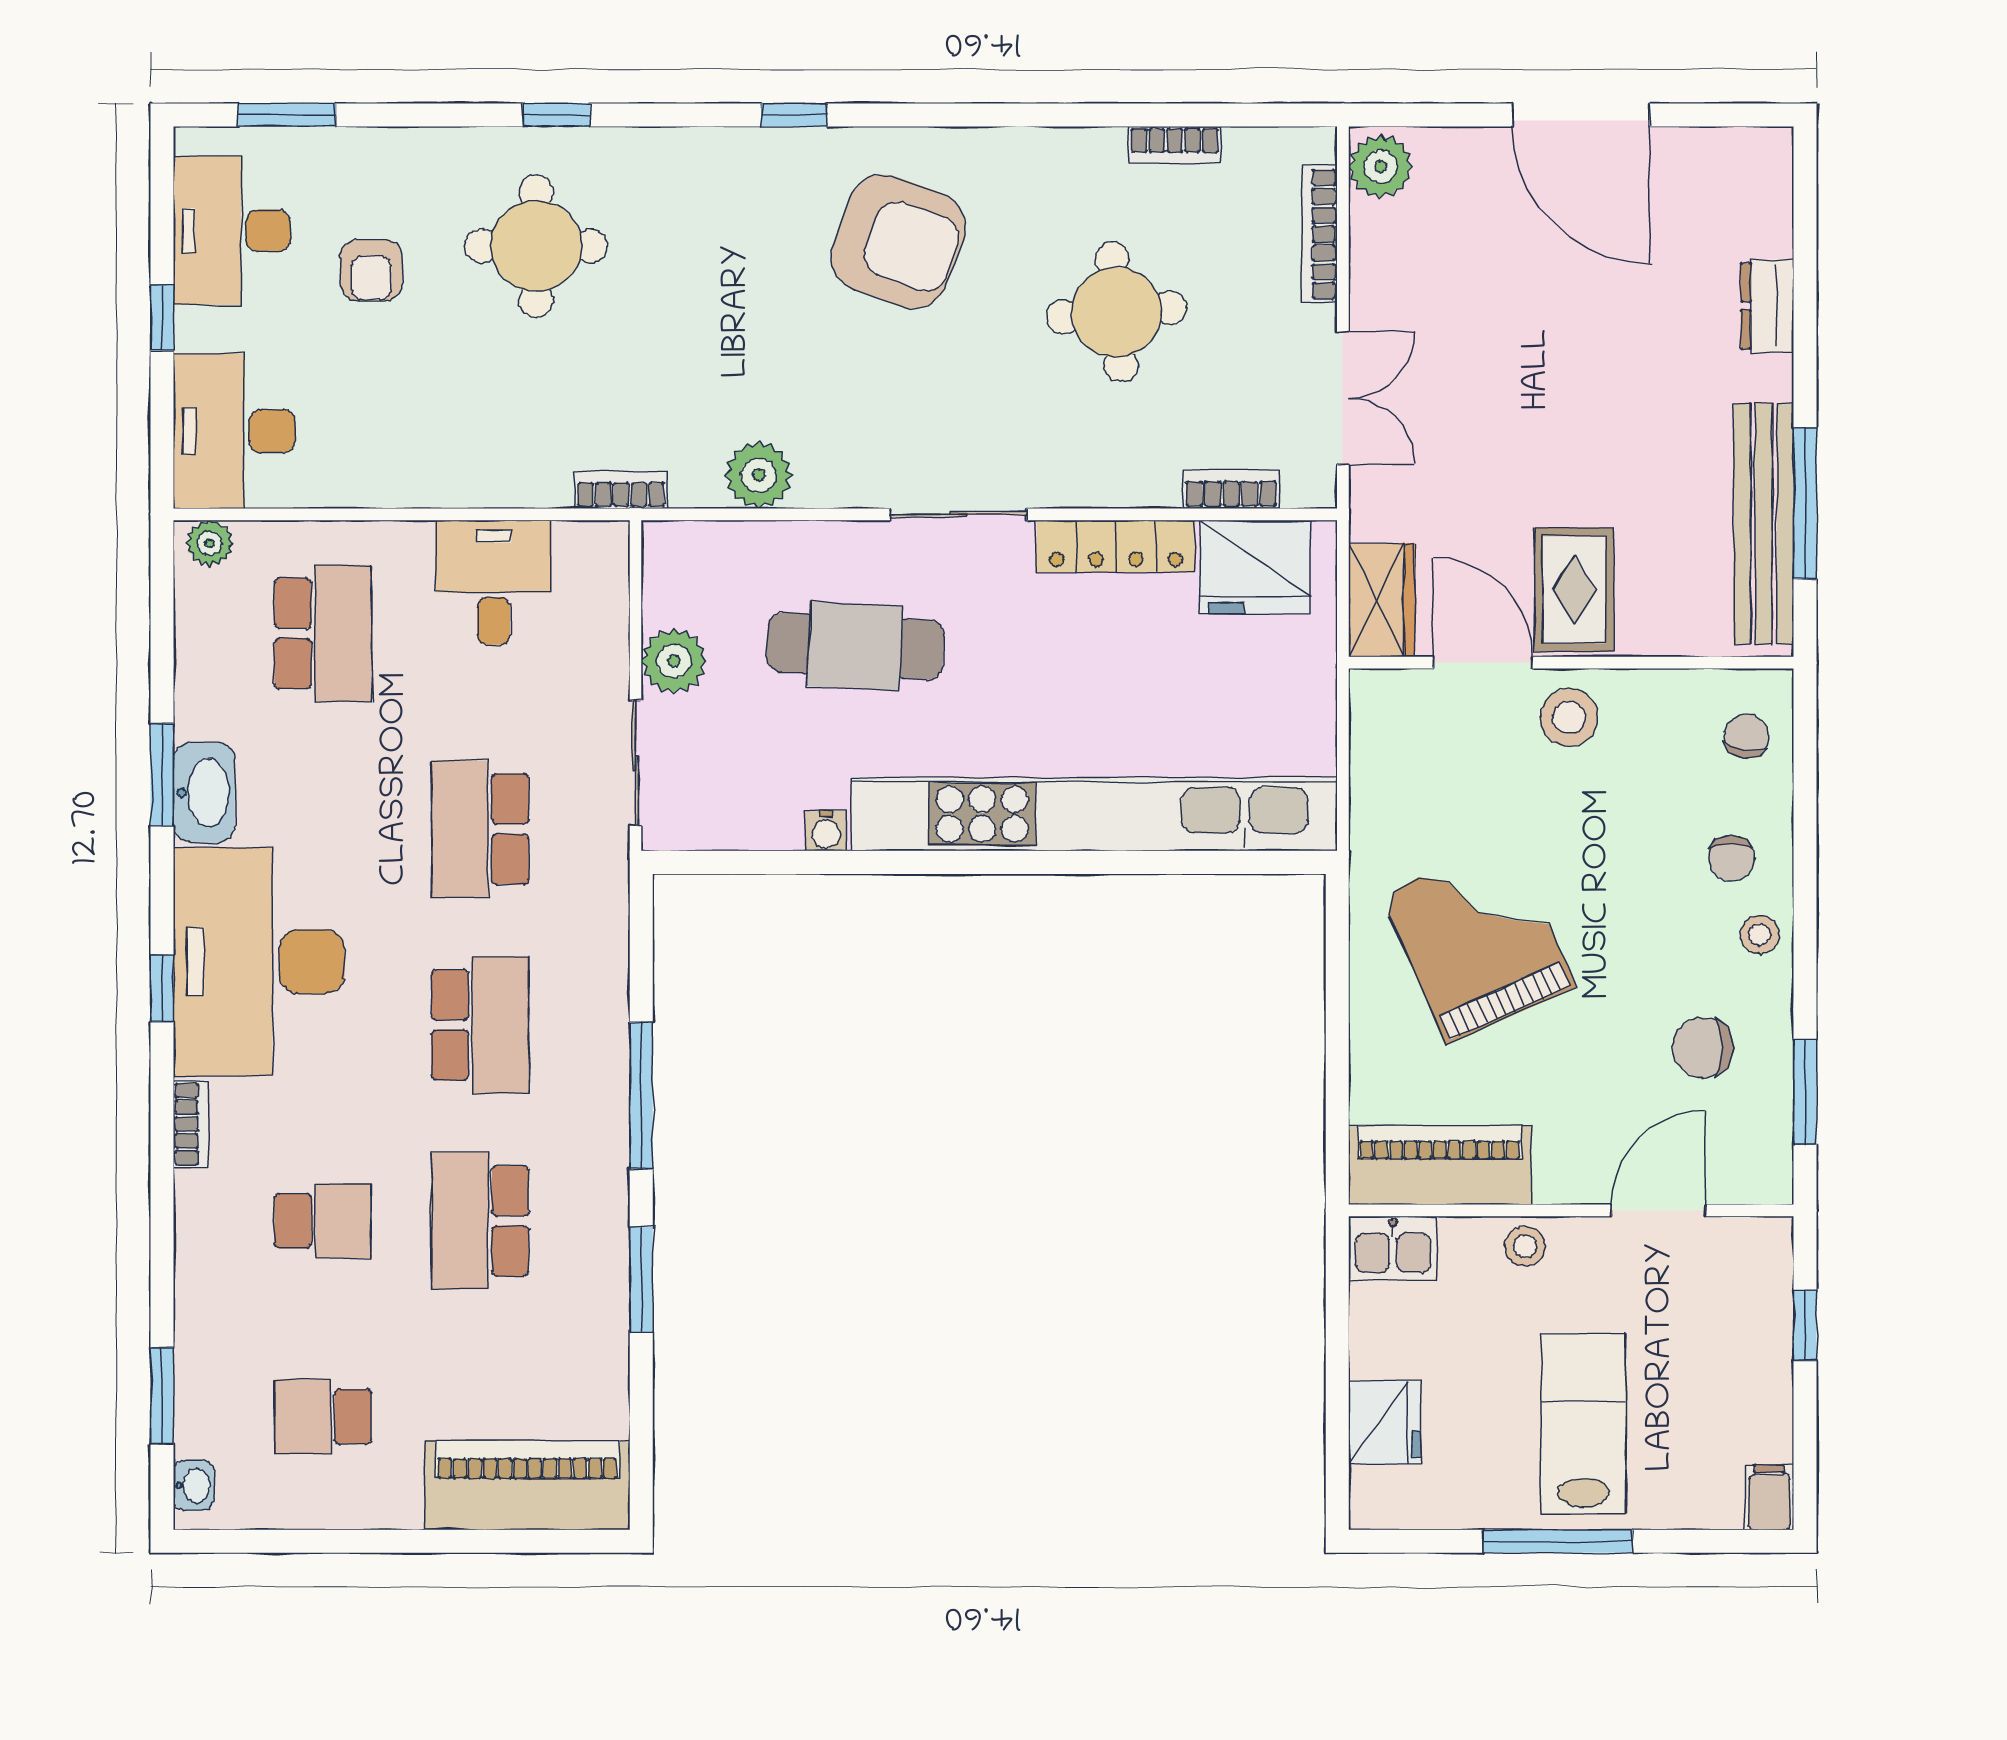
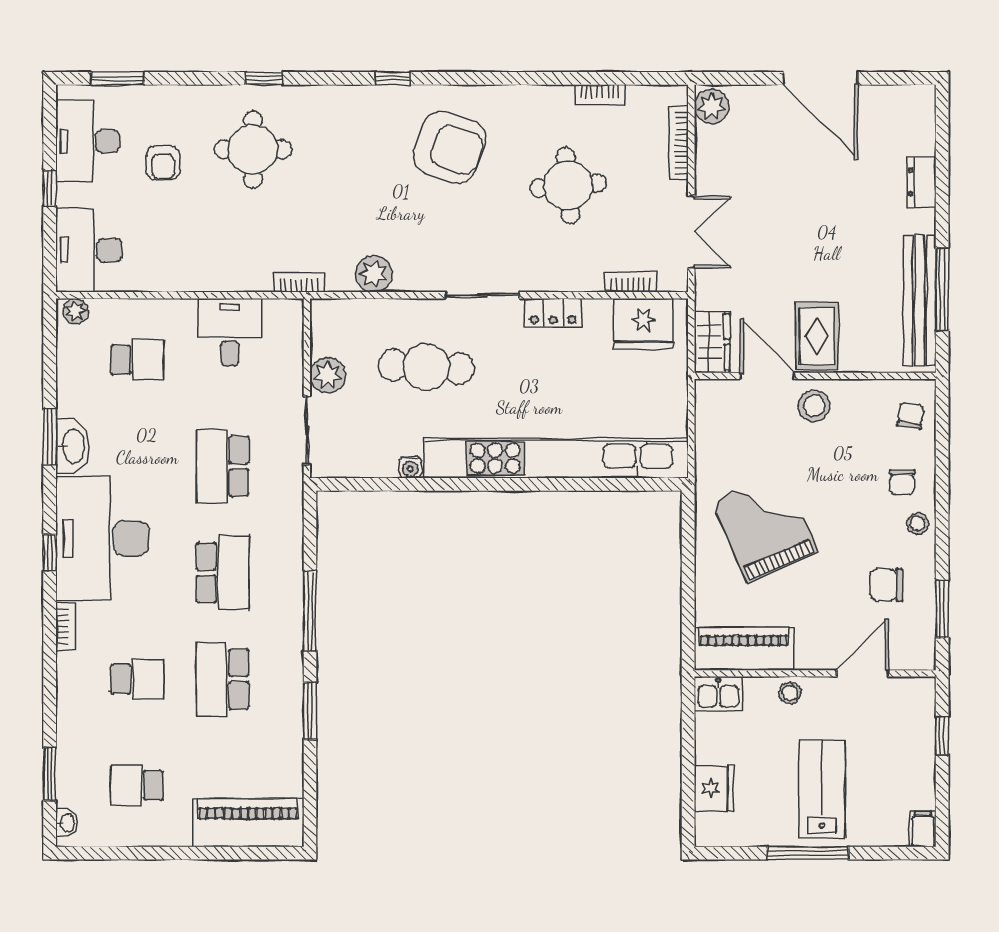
locker: (1116, 546) -> (553, 313), width x0.66
school desk: (323, 633) -> (137, 360), width x0.54

